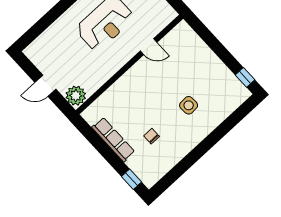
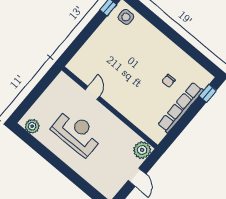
side table: (189, 105) -> (126, 17), moved
row of seats: (113, 140) -> (181, 107), width x1.36

